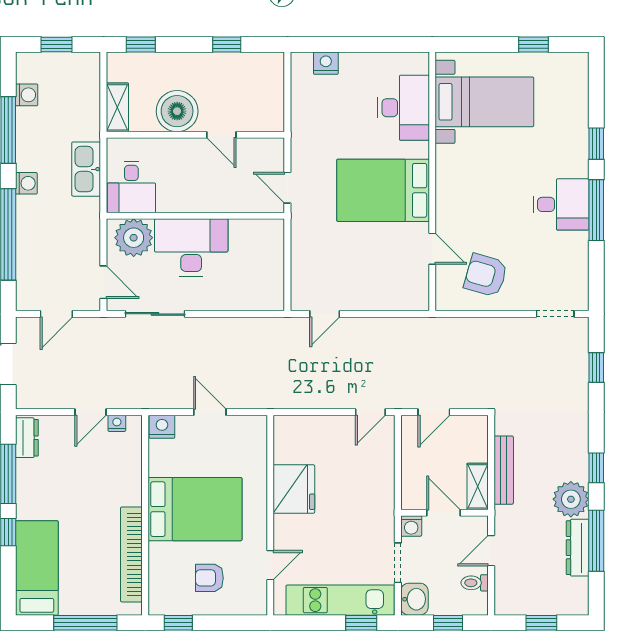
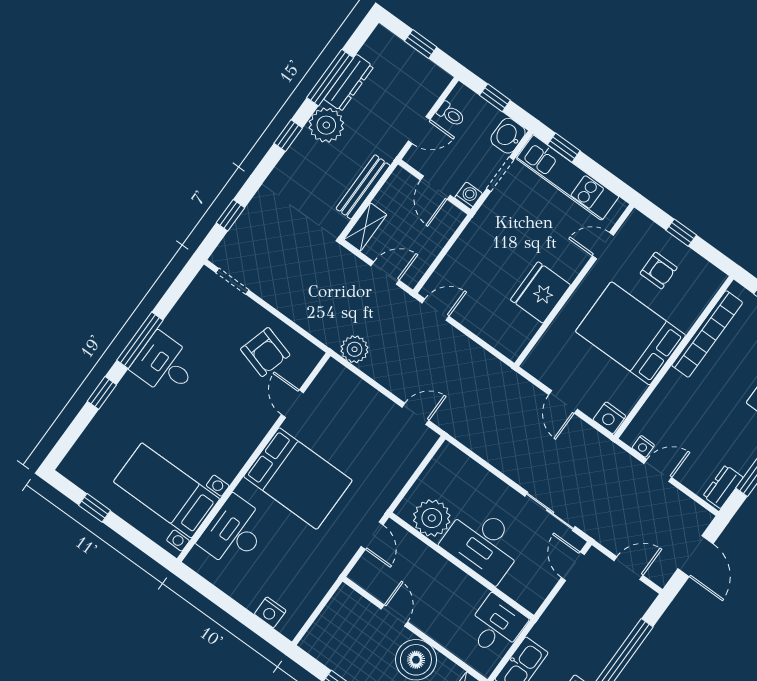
plant: (134, 238) -> (432, 518), moved
plant: (414, 331) -> (355, 349), added
shelving: (478, 486) -> (365, 227), moved
window: (178, 623) -> (681, 233), moved

